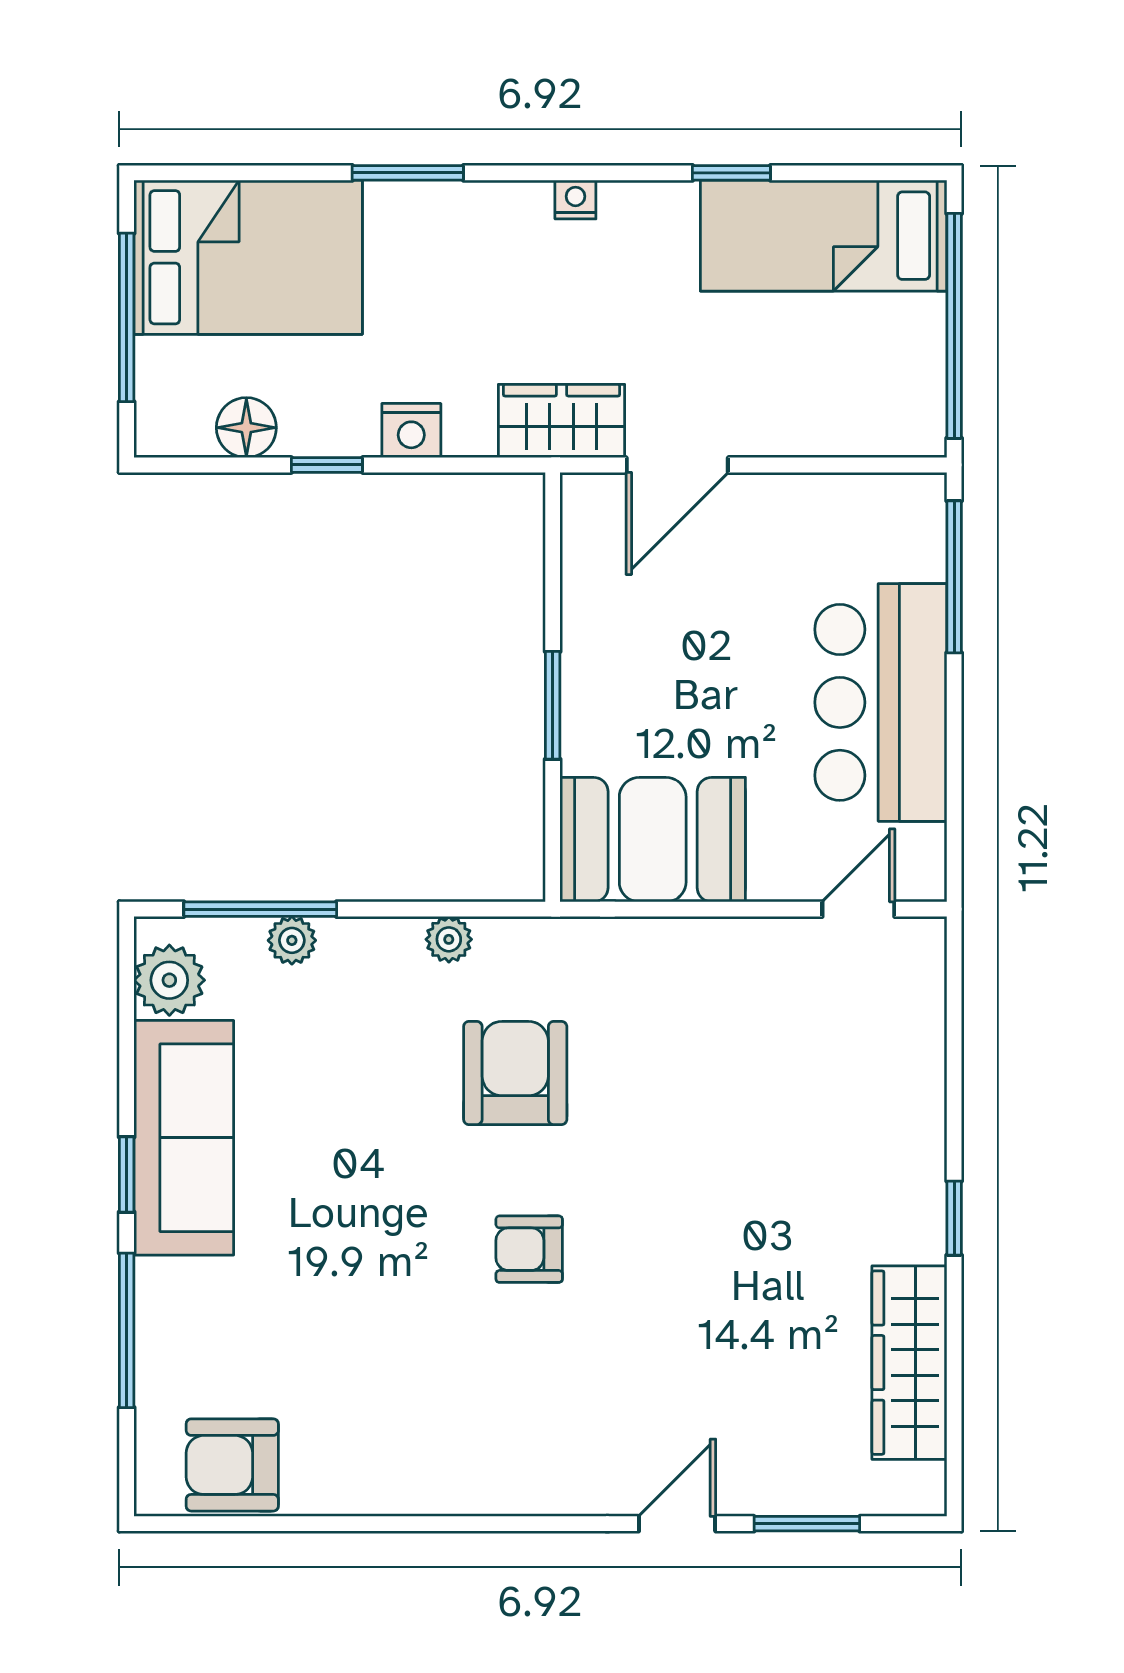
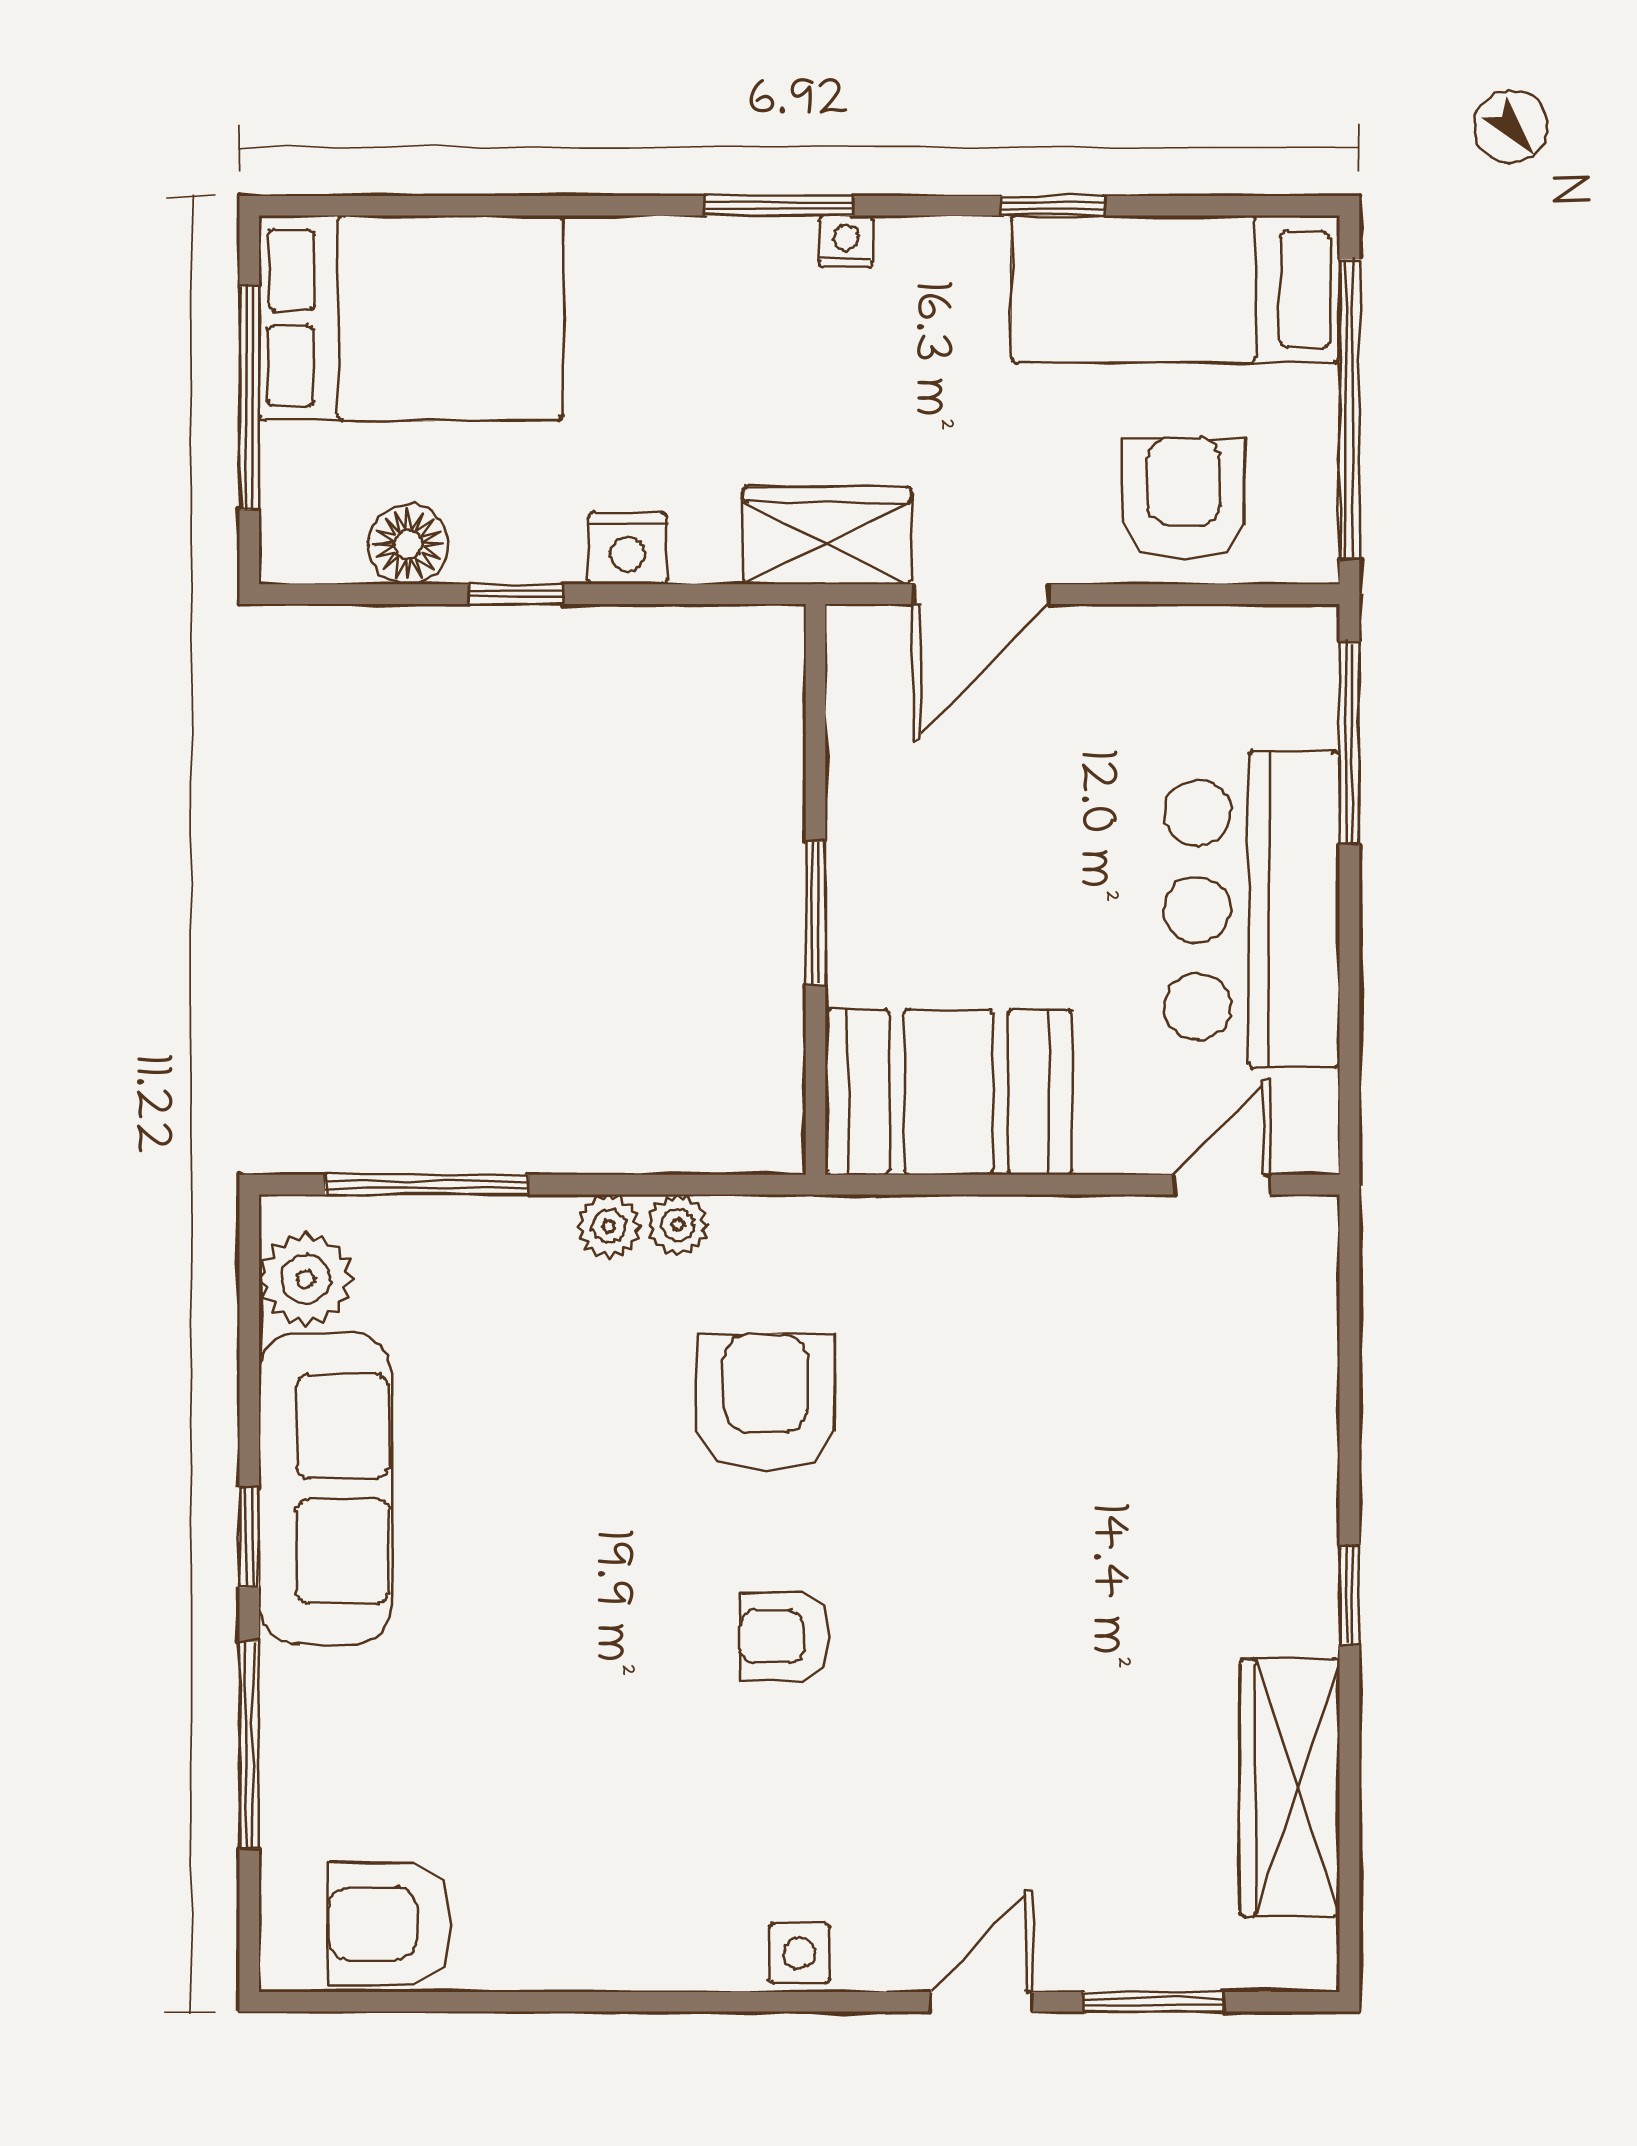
window: (408, 173) -> (779, 206), moved
armchair: (830, 393) -> (1184, 499), added
plant: (292, 940) -> (609, 1226), moved
side table: (541, 1487) -> (800, 1953), added

